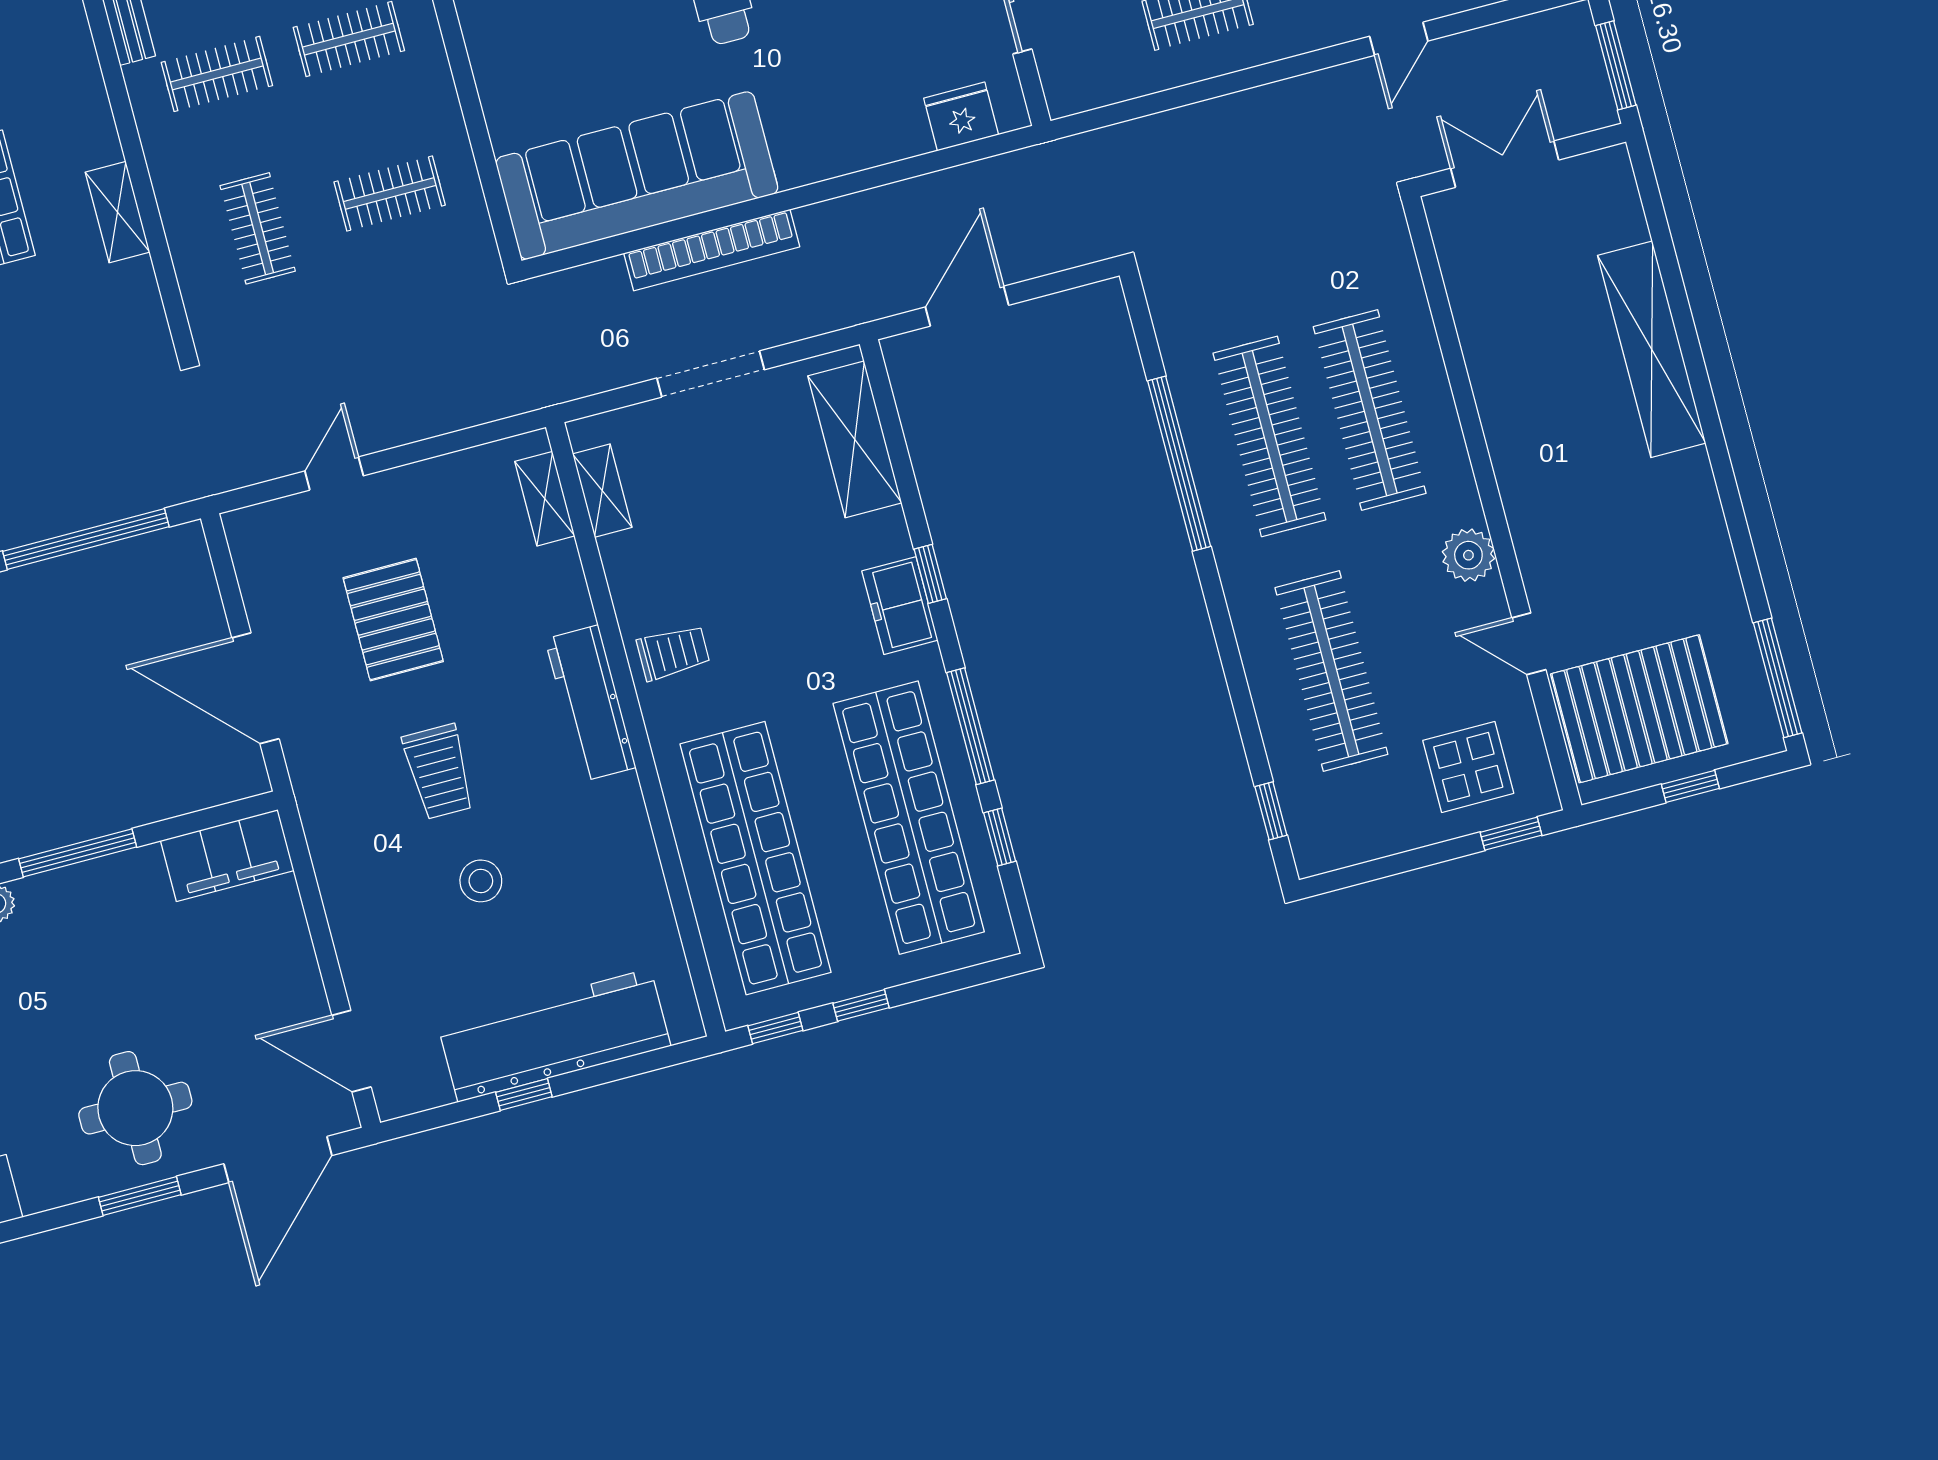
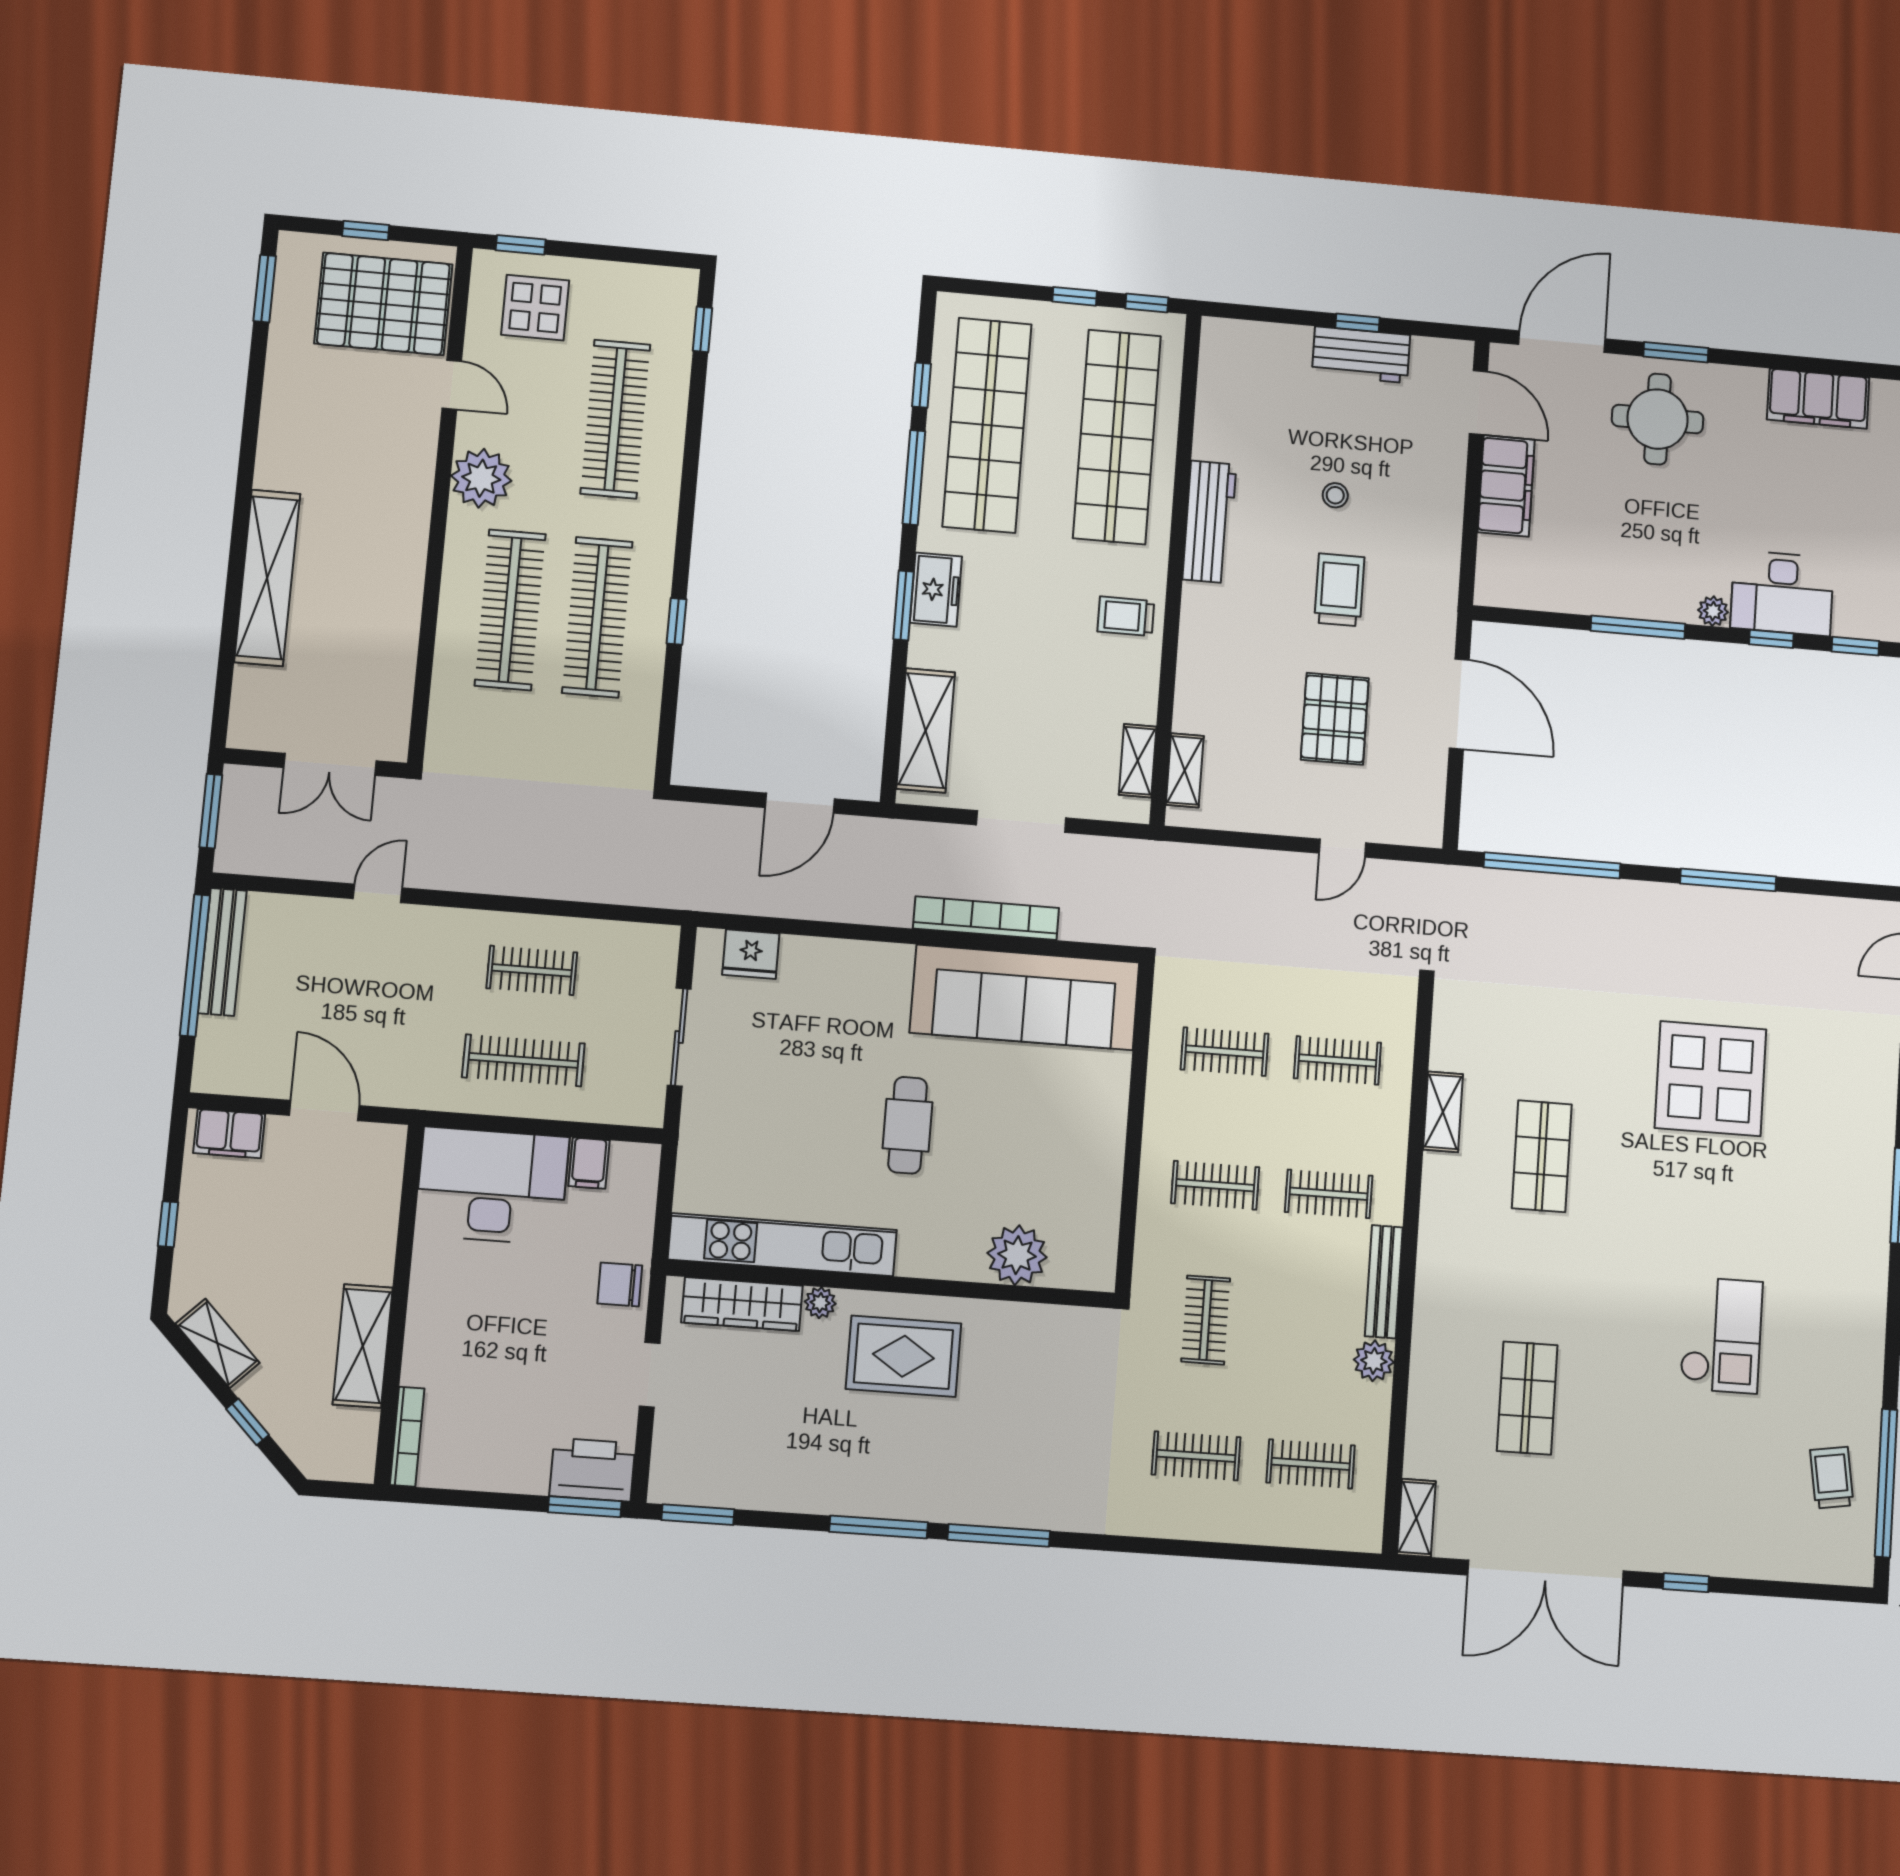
clothes rail: (258, 228) -> (1338, 1060), turned 90
window: (1179, 464) -> (677, 621), width x0.32
plant: (1468, 555) -> (481, 478), width x1.36, depth x1.36
window: (930, 574) -> (904, 605), width x1.50
window: (1778, 678) -> (265, 289), width x0.69
workbench: (590, 703) -> (1209, 522), moved
filing cabinet: (227, 856) -> (1506, 486), moved, turned 90
stool: (481, 881) -> (1335, 495), width x0.73, depth x0.73
workbench: (554, 1035) -> (1361, 355), width x0.53, depth x0.76

